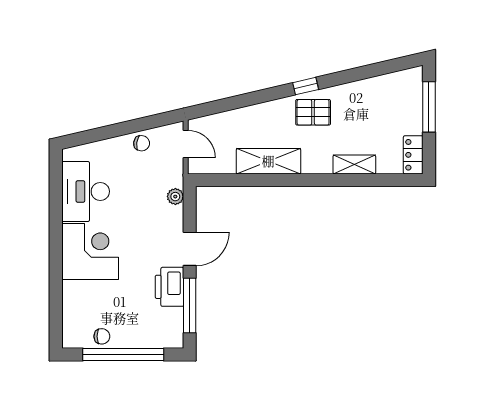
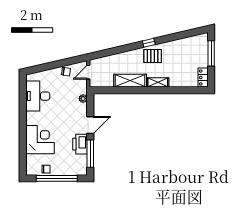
door: (186, 144) -> (88, 72), swing flipped
shelving: (354, 165) -> (158, 82), moved
corner desk: (90, 251) -> (40, 140), moved

